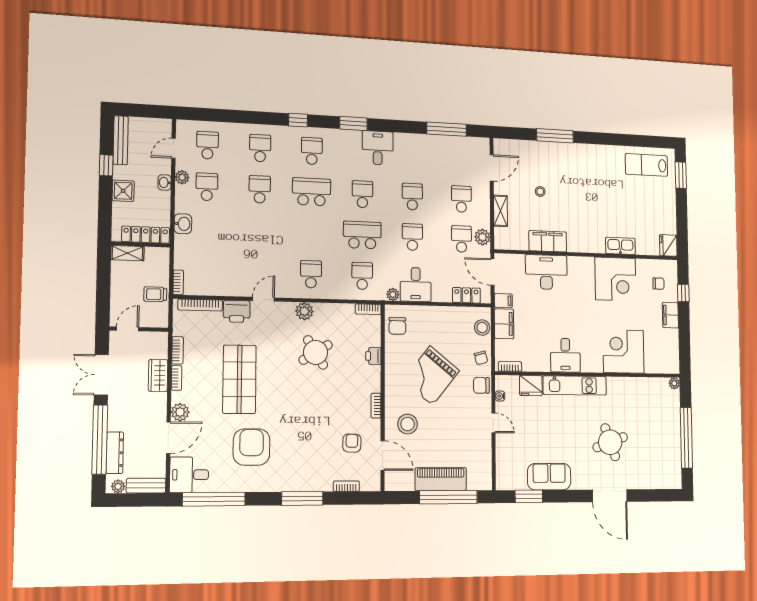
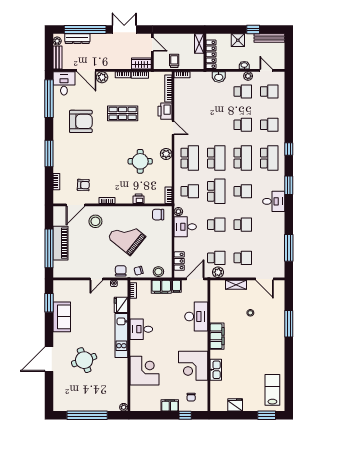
school desk: (312, 151) -> (269, 158), width x1.85
school desk: (311, 233) -> (216, 158), added
filing cabinet: (548, 241) -> (217, 336), moved
fridge: (668, 245) -> (235, 405), moved
school desk: (311, 274) -> (190, 158), width x1.85
round table: (316, 352) -> (140, 161), turned 32
wardrobe: (158, 375) -> (141, 64), moved
shop shelf: (239, 379) -> (123, 113), width x0.70, depth x0.74

